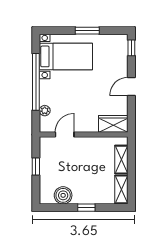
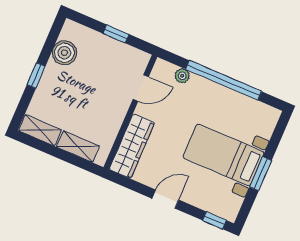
bed with nightstands: (66, 56) -> (224, 155), moved, turned 90
door: (131, 87) -> (165, 199), hinge flipped
wardrobe: (113, 124) -> (132, 146), width x1.50
door: (65, 135) -> (141, 88), hinge flipped

